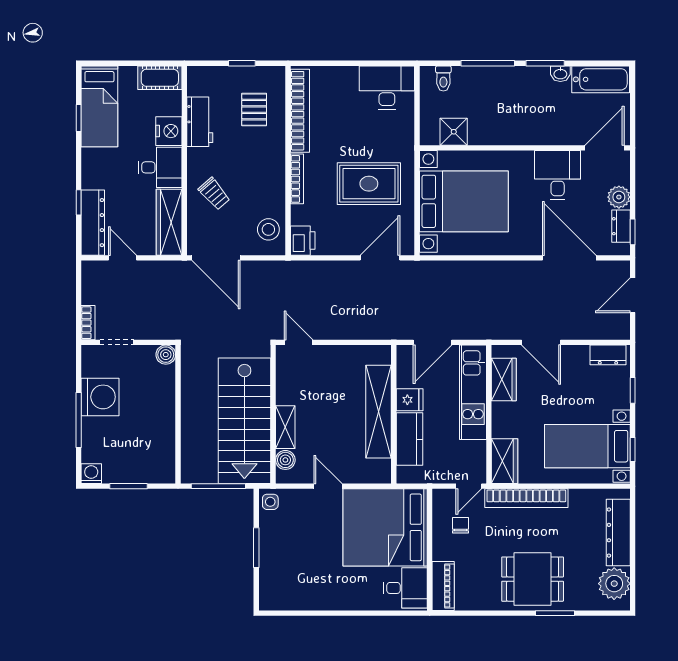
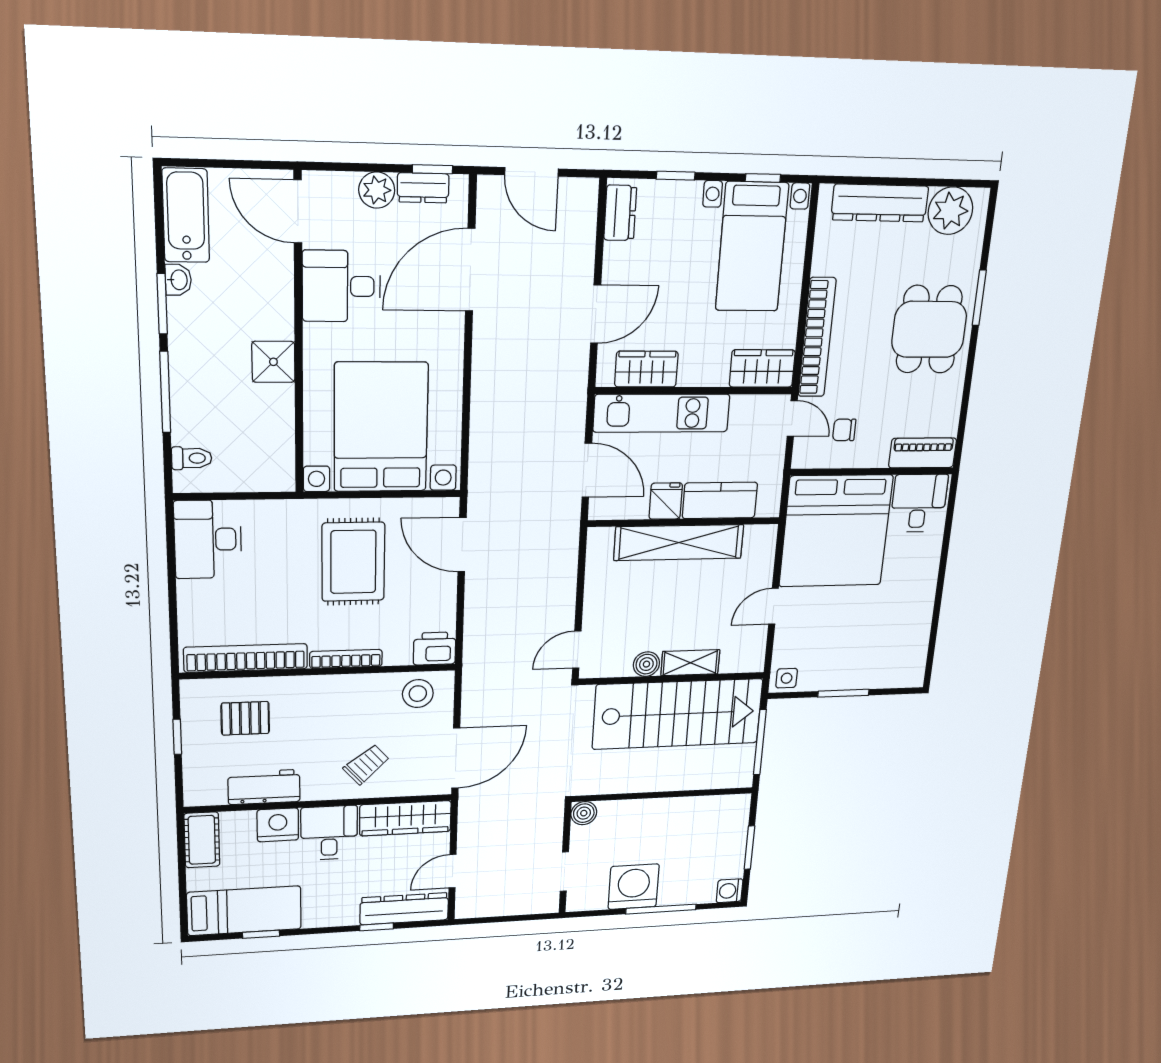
shower: (454, 132) -> (273, 362), moved
bookcase: (88, 323) -> (537, 906), removed
boiler: (285, 460) -> (646, 664), moved

